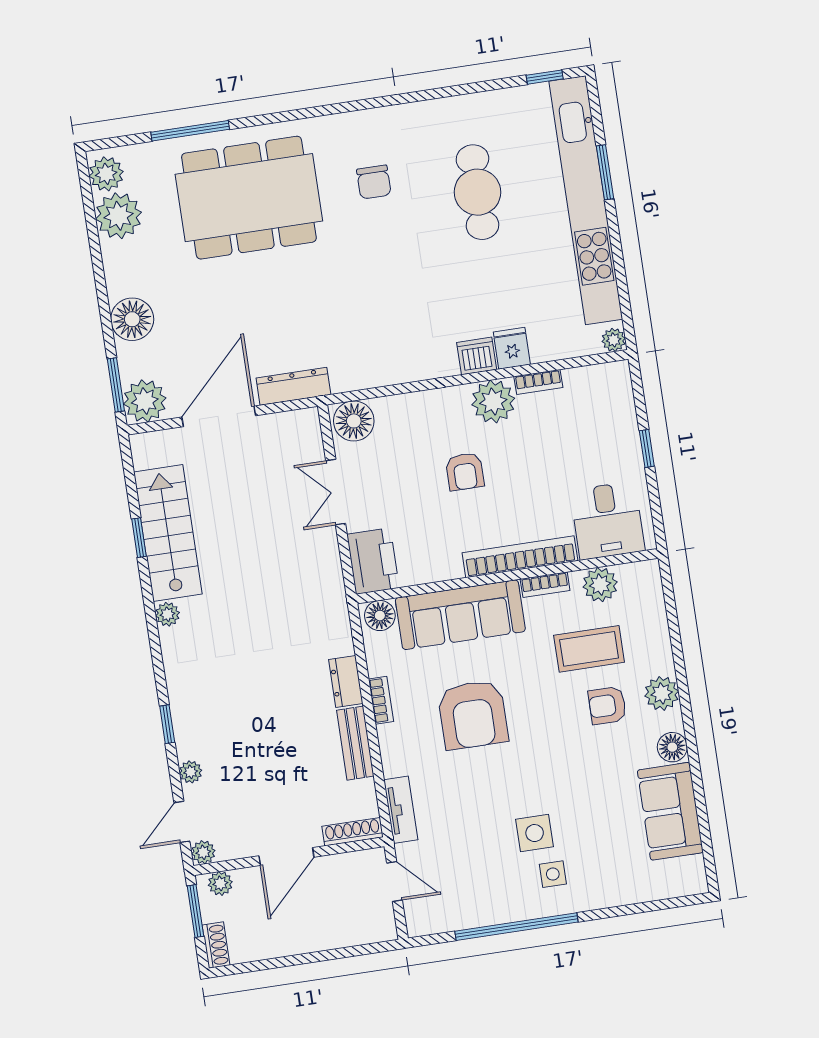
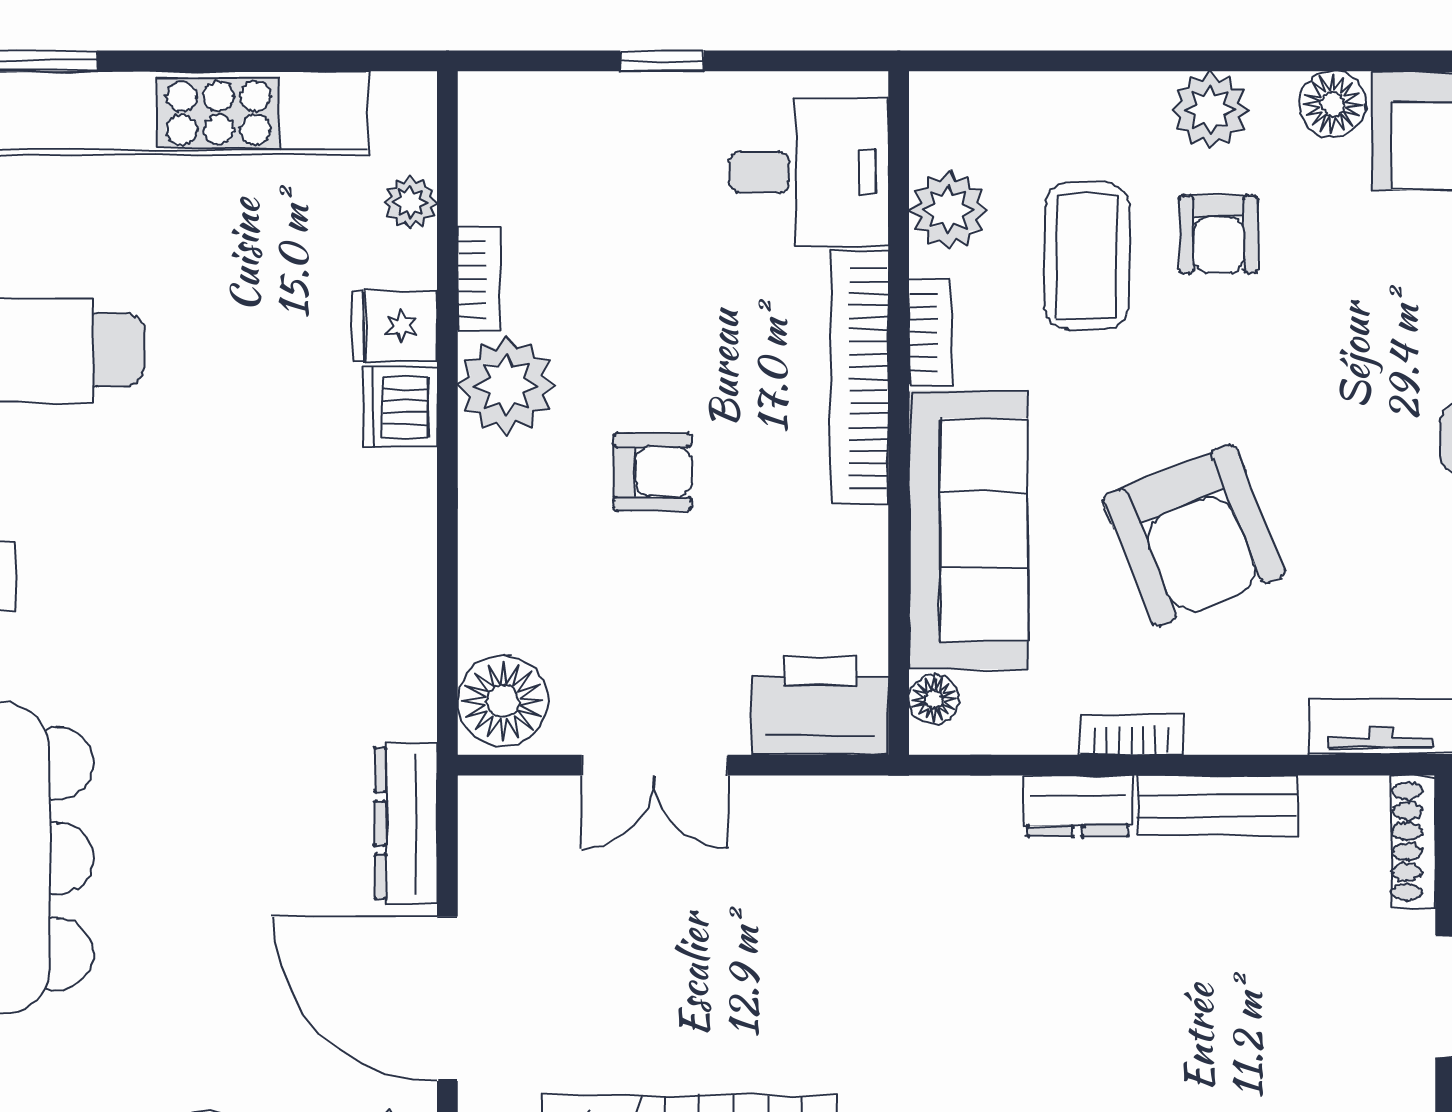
plant: (614, 340) -> (410, 203), moved
floor lamp: (380, 616) -> (934, 699), width x0.73, depth x0.73
armchair: (473, 715) -> (1194, 536), turned 68

